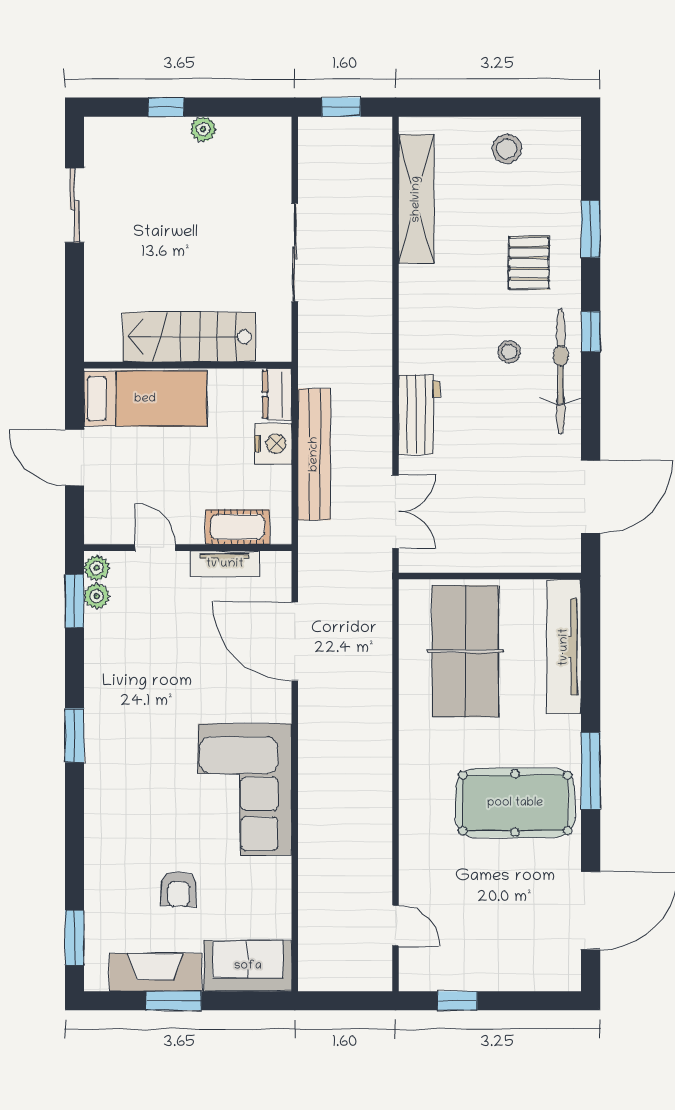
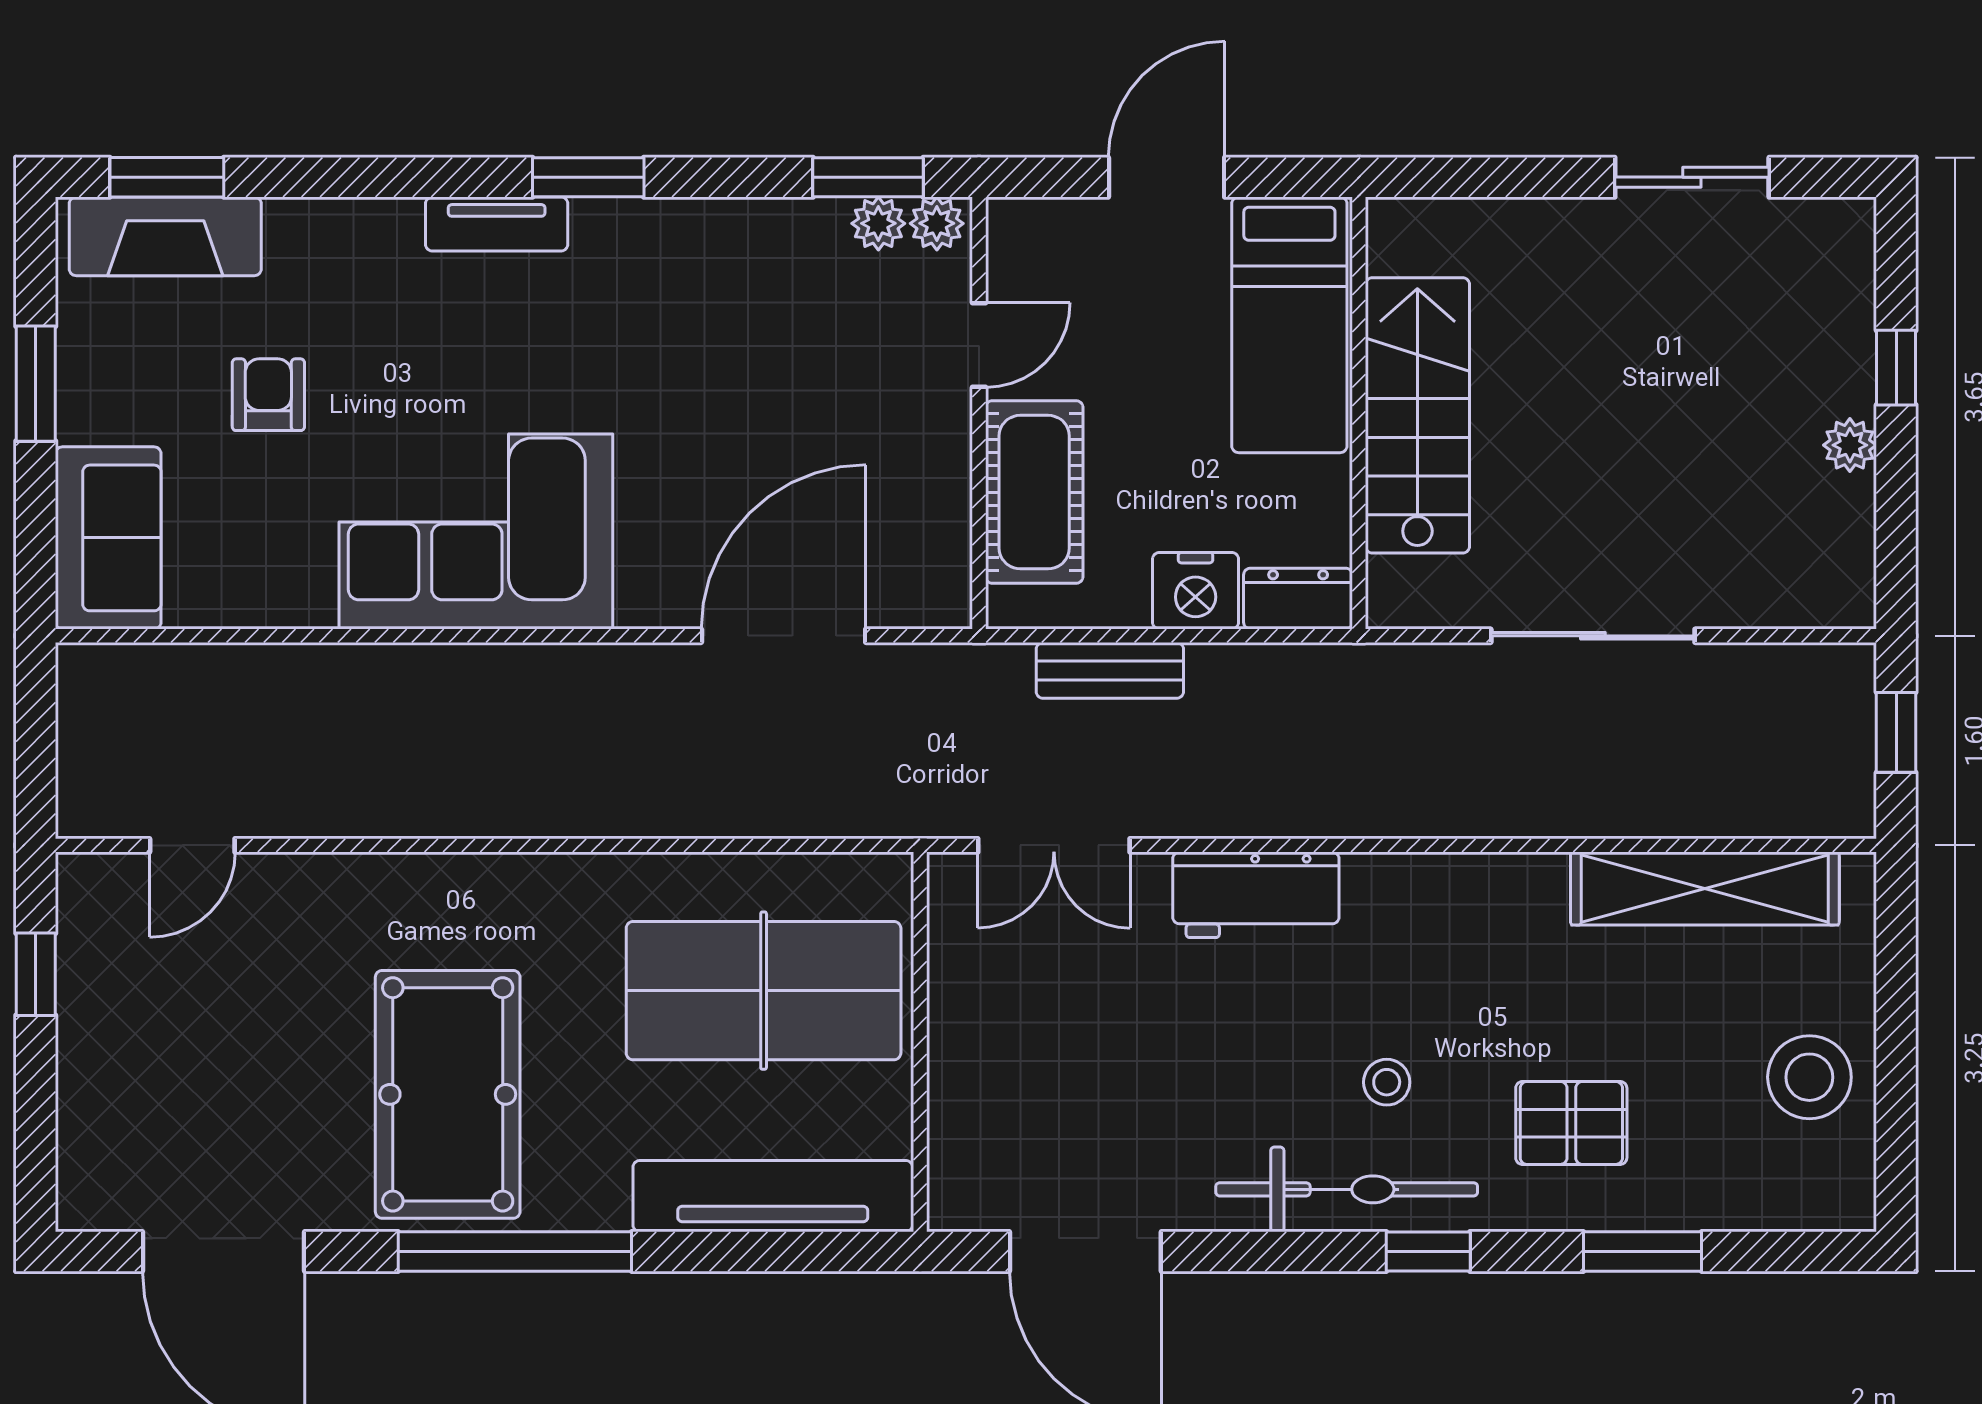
stool: (507, 149) -> (1809, 1077), width x1.38, depth x1.38
bench: (314, 454) -> (1110, 670), width x0.54, depth x0.82
cot: (238, 527) -> (1034, 492), width x1.37, depth x1.34
tv unit: (225, 564) -> (497, 224), moved, turned -90
window: (591, 771) -> (515, 1251), width x1.46
armchair: (179, 889) -> (268, 395), turned 88
fireplace: (155, 972) -> (165, 236), moved, turned 90

